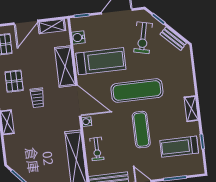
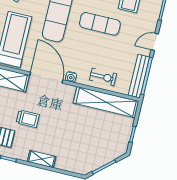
door: (78, 101) -> (46, 78), hinge flipped

